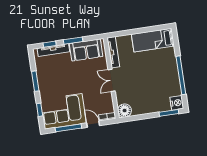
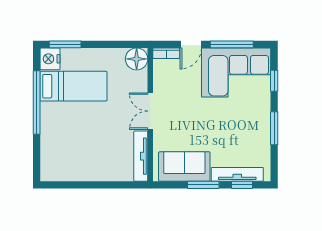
bed: (153, 40) -> (73, 86), moved
double door: (112, 80) -> (150, 111), swing flipped
door: (93, 124) -> (191, 44), hinge flipped

